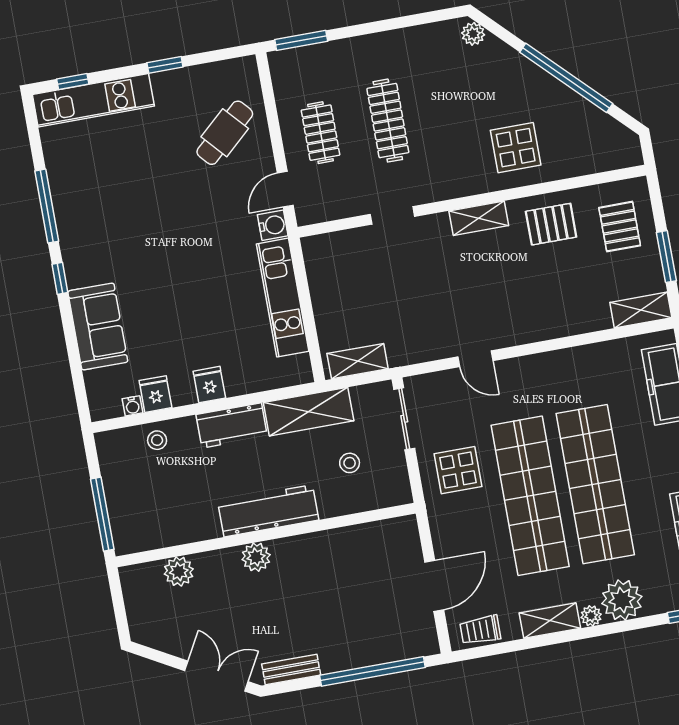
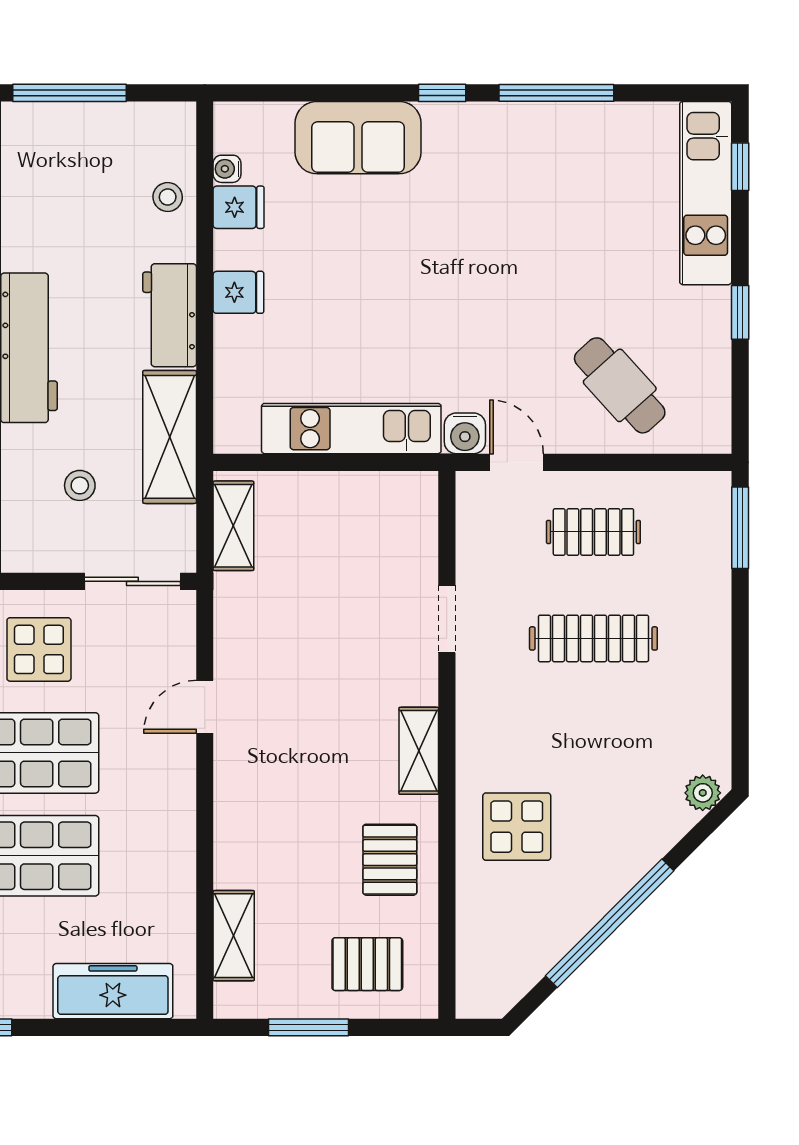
shelving: (641, 310) -> (234, 936), moved

